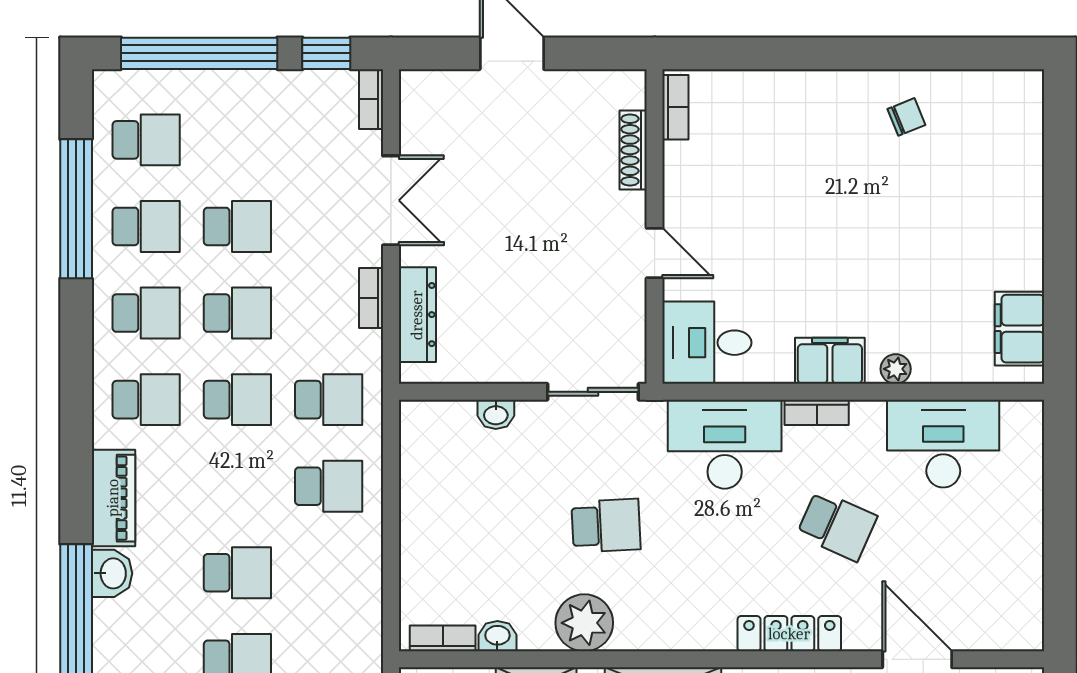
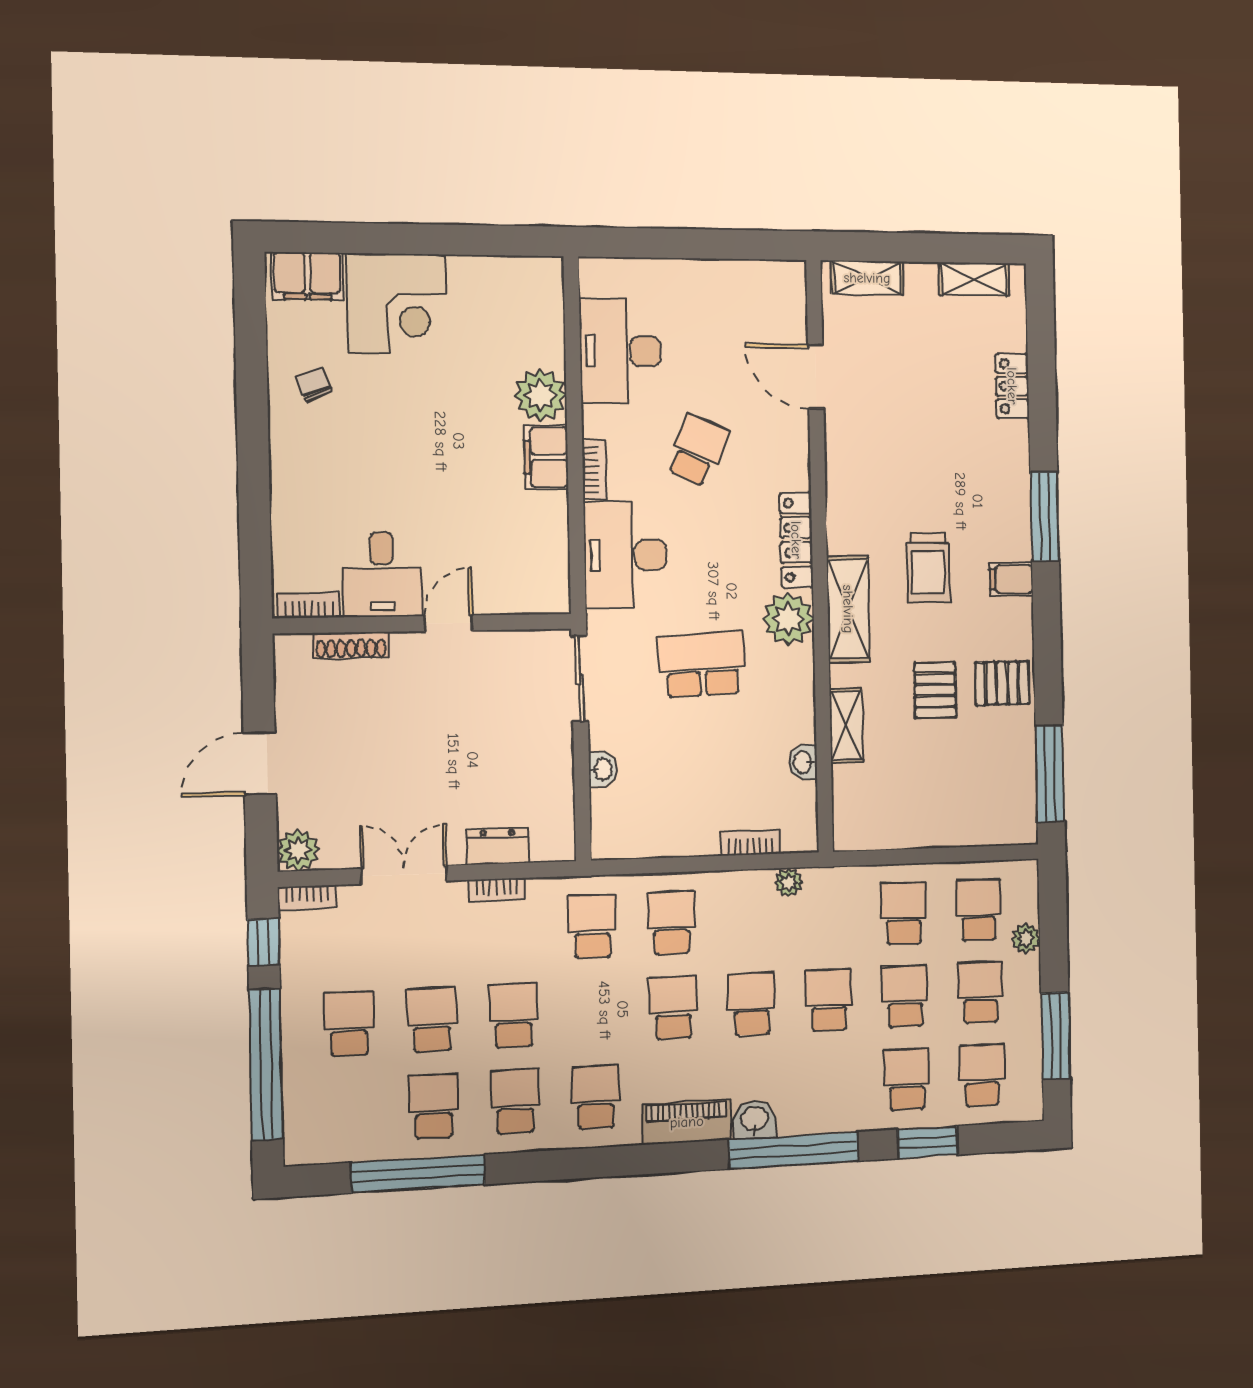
plant: (421, 91) -> (298, 850), added
school desk: (146, 140) -> (349, 1024), moved
corner desk: (992, 205) -> (397, 304), added
dresser: (417, 315) -> (498, 846), width x0.70
filing cabinet: (1019, 329) -> (307, 276), moved
desk: (707, 343) -> (382, 574), moved
plant: (896, 369) -> (540, 395), width x1.88, depth x1.88
school desk: (237, 400) -> (673, 1008), moved
school desk: (606, 526) -> (702, 664), width x1.85
plant: (367, 617) -> (789, 882), added
plant: (584, 623) -> (788, 619), moved
locker: (789, 634) -> (796, 540), moved
bookcase: (443, 638) -> (751, 843), moved, turned 90
door: (917, 659) -> (816, 377), hinge flipped

